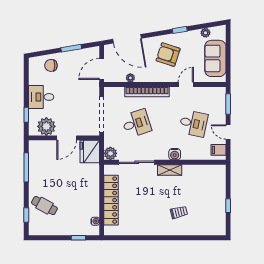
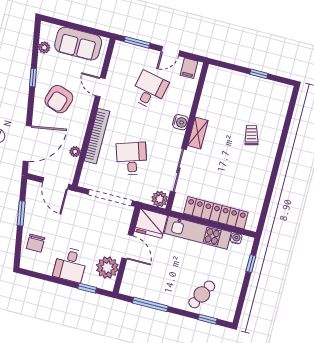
kitchen unit: (92, 190) -> (198, 233), added

